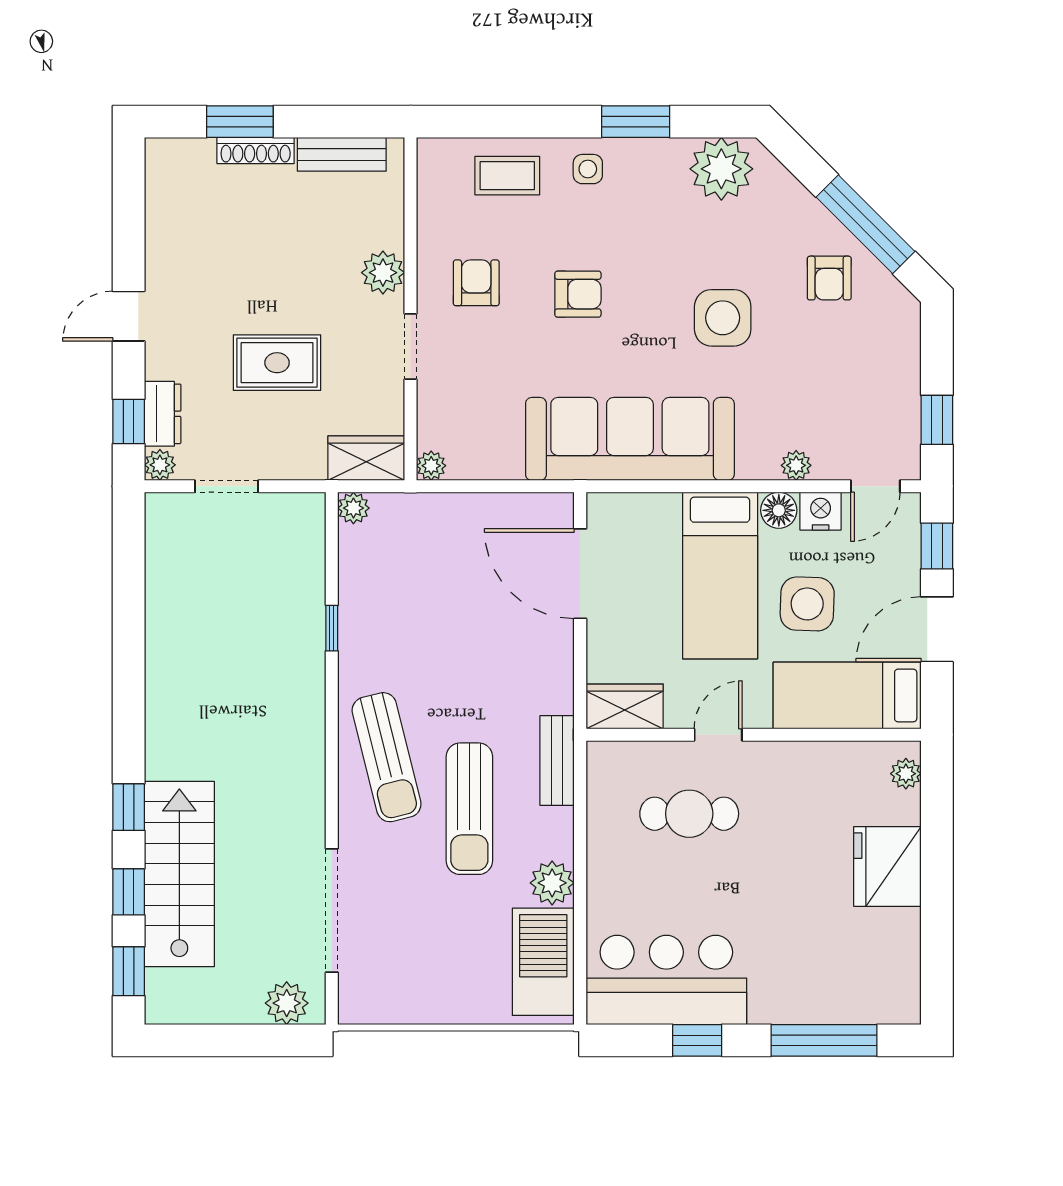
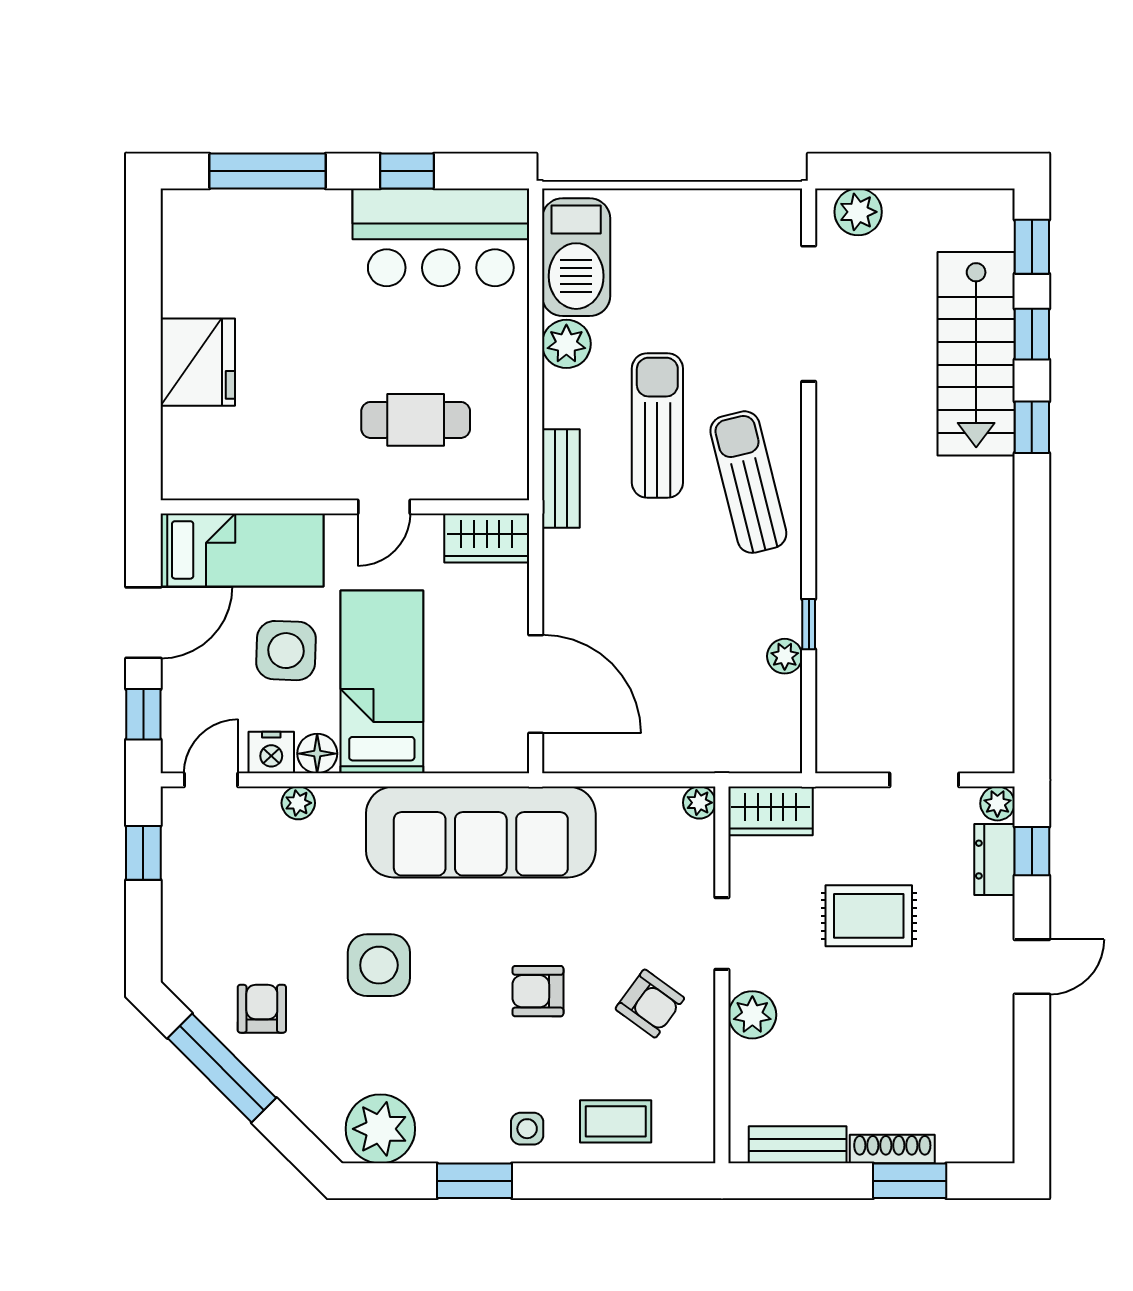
armchair: (476, 283) -> (650, 1004), turned -54
plant: (353, 508) -> (785, 656), moved
plant: (906, 774) -> (178, 464), removed

